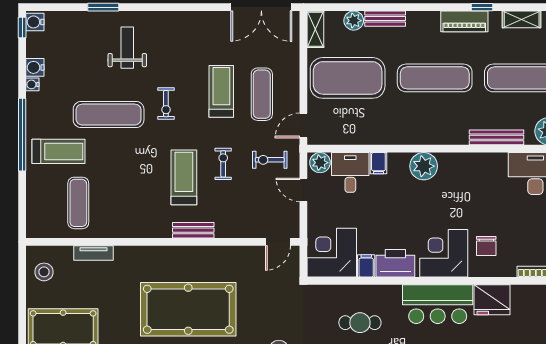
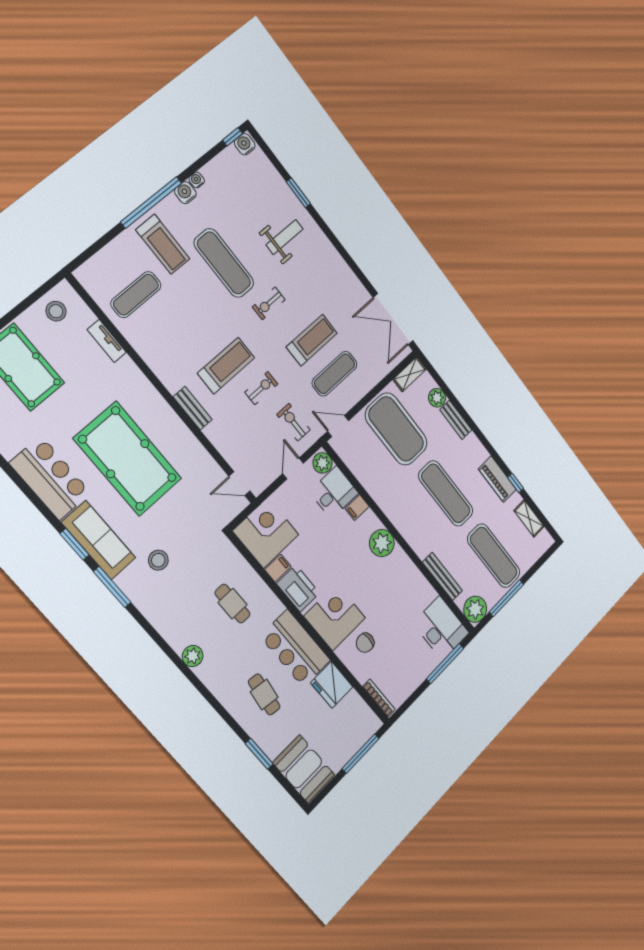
water cooler: (35, 67) -> (185, 193), moved

